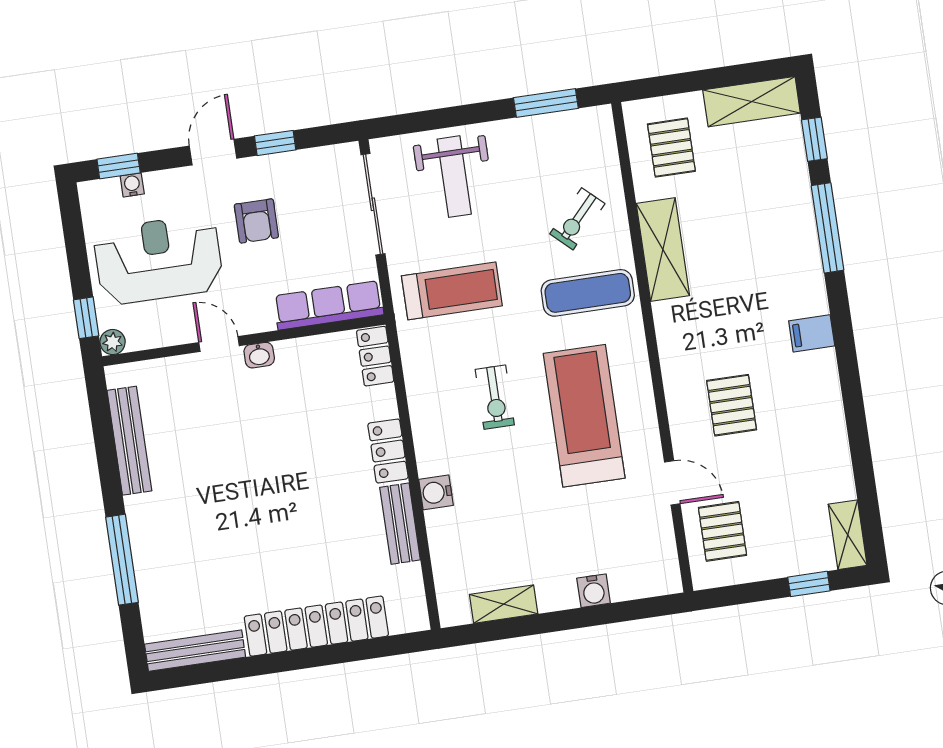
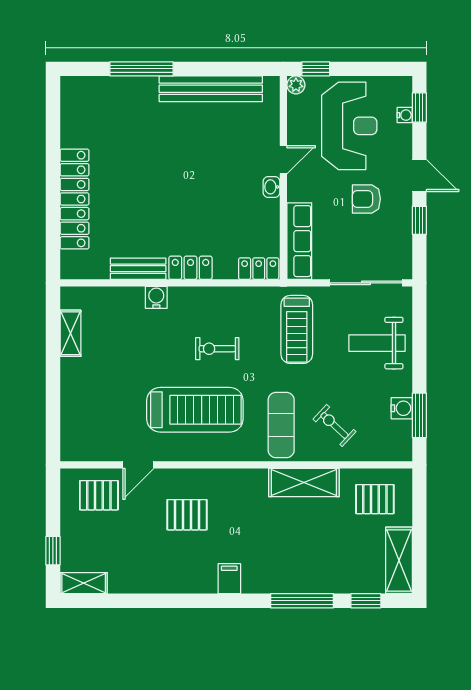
bench: (129, 441) -> (211, 89), width x1.37, depth x1.21
water cooler: (594, 591) -> (402, 408), moved, turned 180
bench: (195, 651) -> (70, 111), removed

